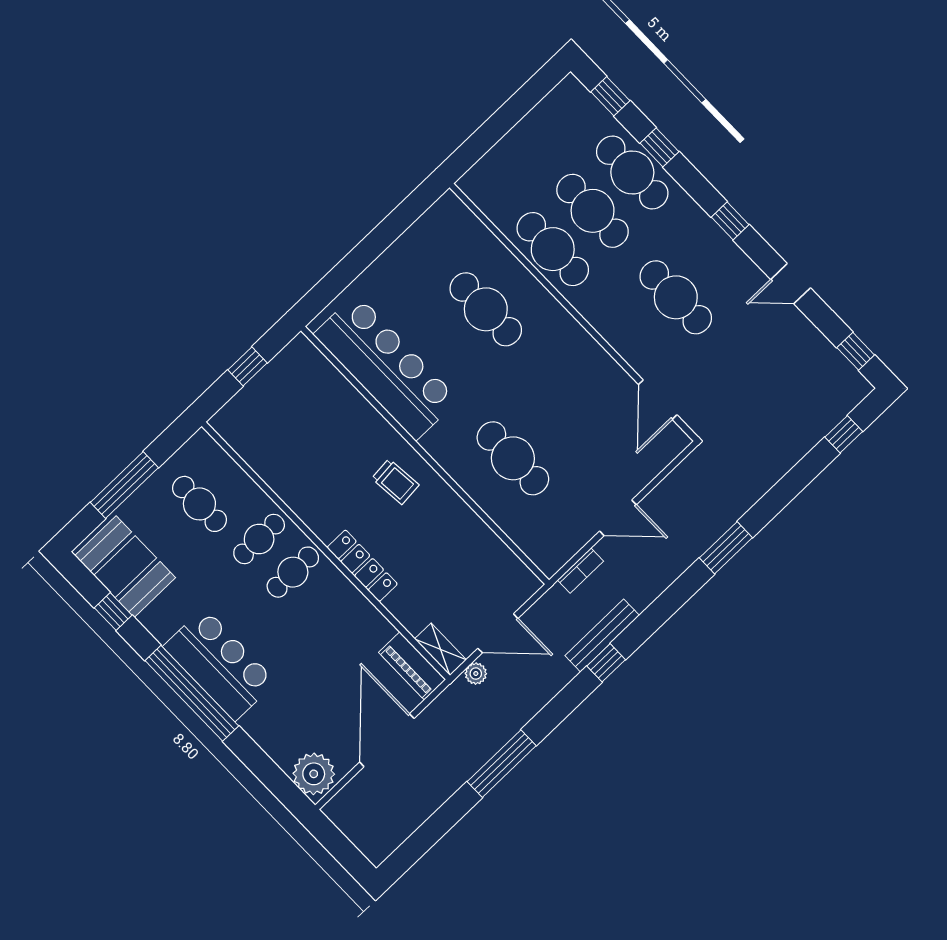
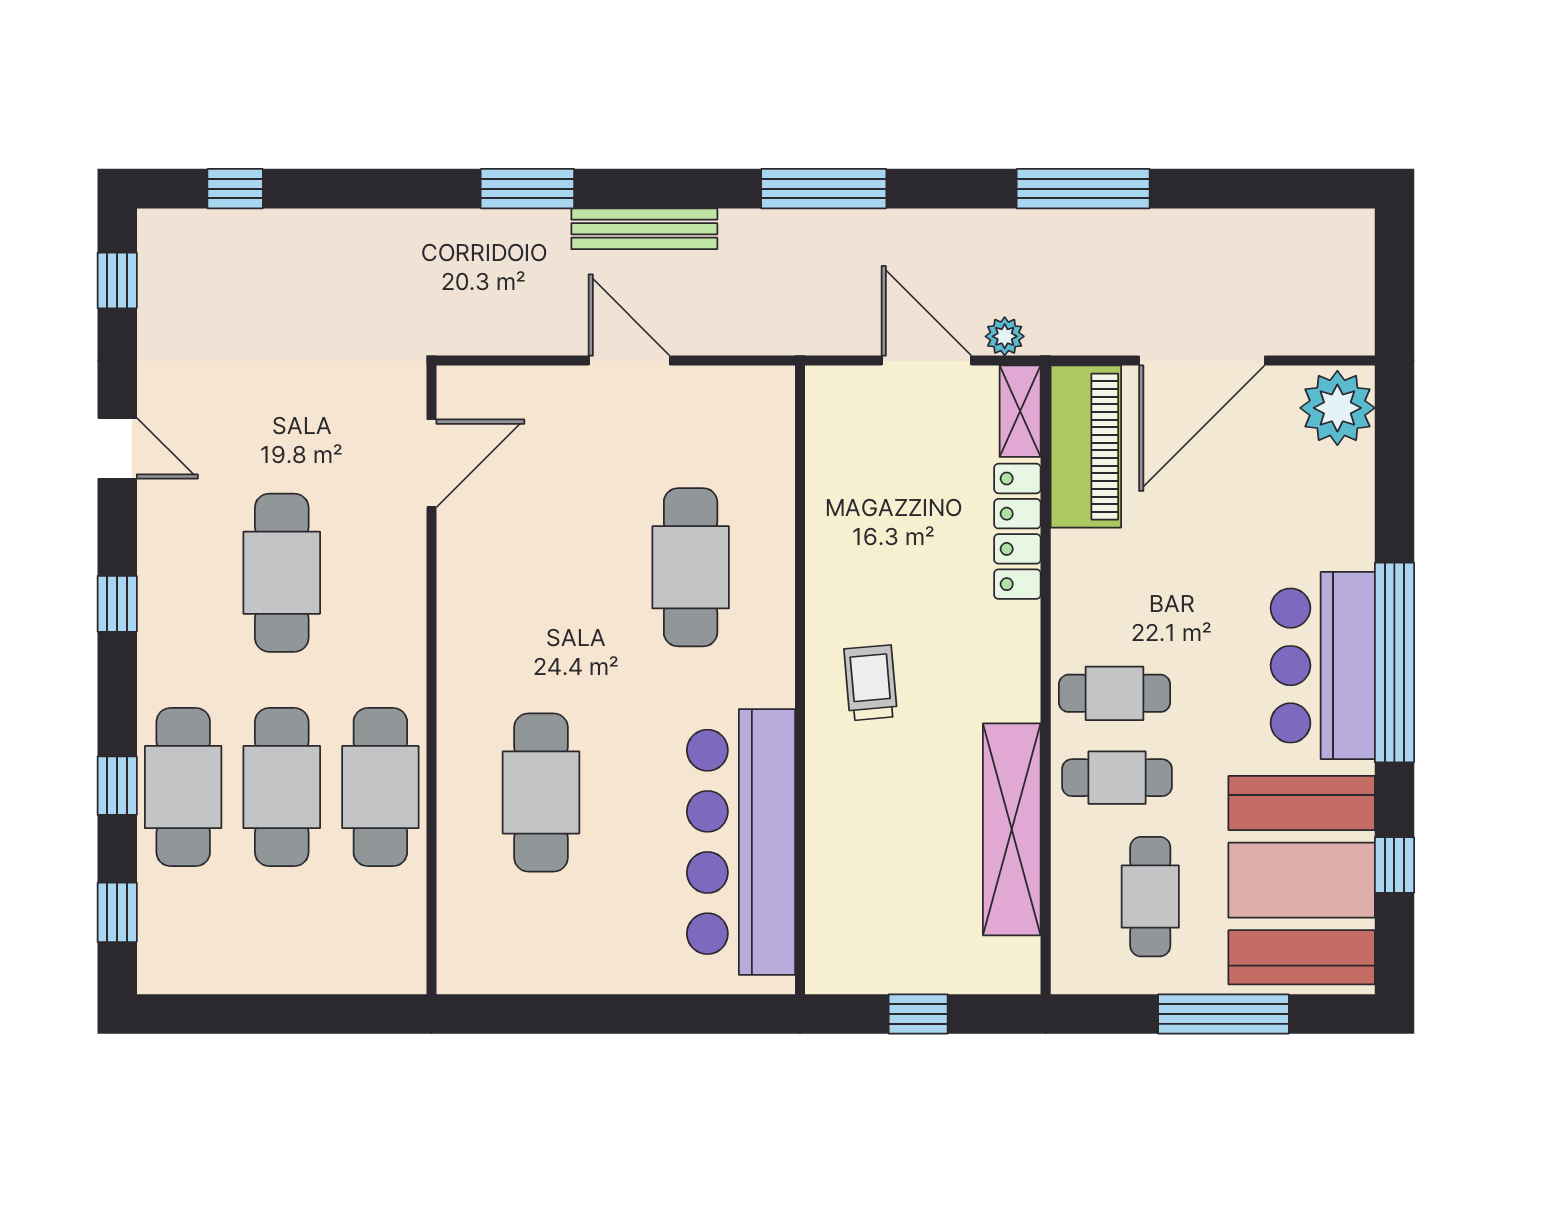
shelving: (281, 477) -> (1012, 829), added
locker: (362, 566) -> (1017, 531), moved
booth: (125, 567) -> (1302, 880), width x1.36, depth x1.42
bookcase: (580, 571) -> (743, 339), removed
bench: (602, 635) -> (644, 229), moved
window: (606, 663) -> (824, 189), width x2.17
piano: (412, 666) -> (1086, 447), width x1.37, depth x1.33

